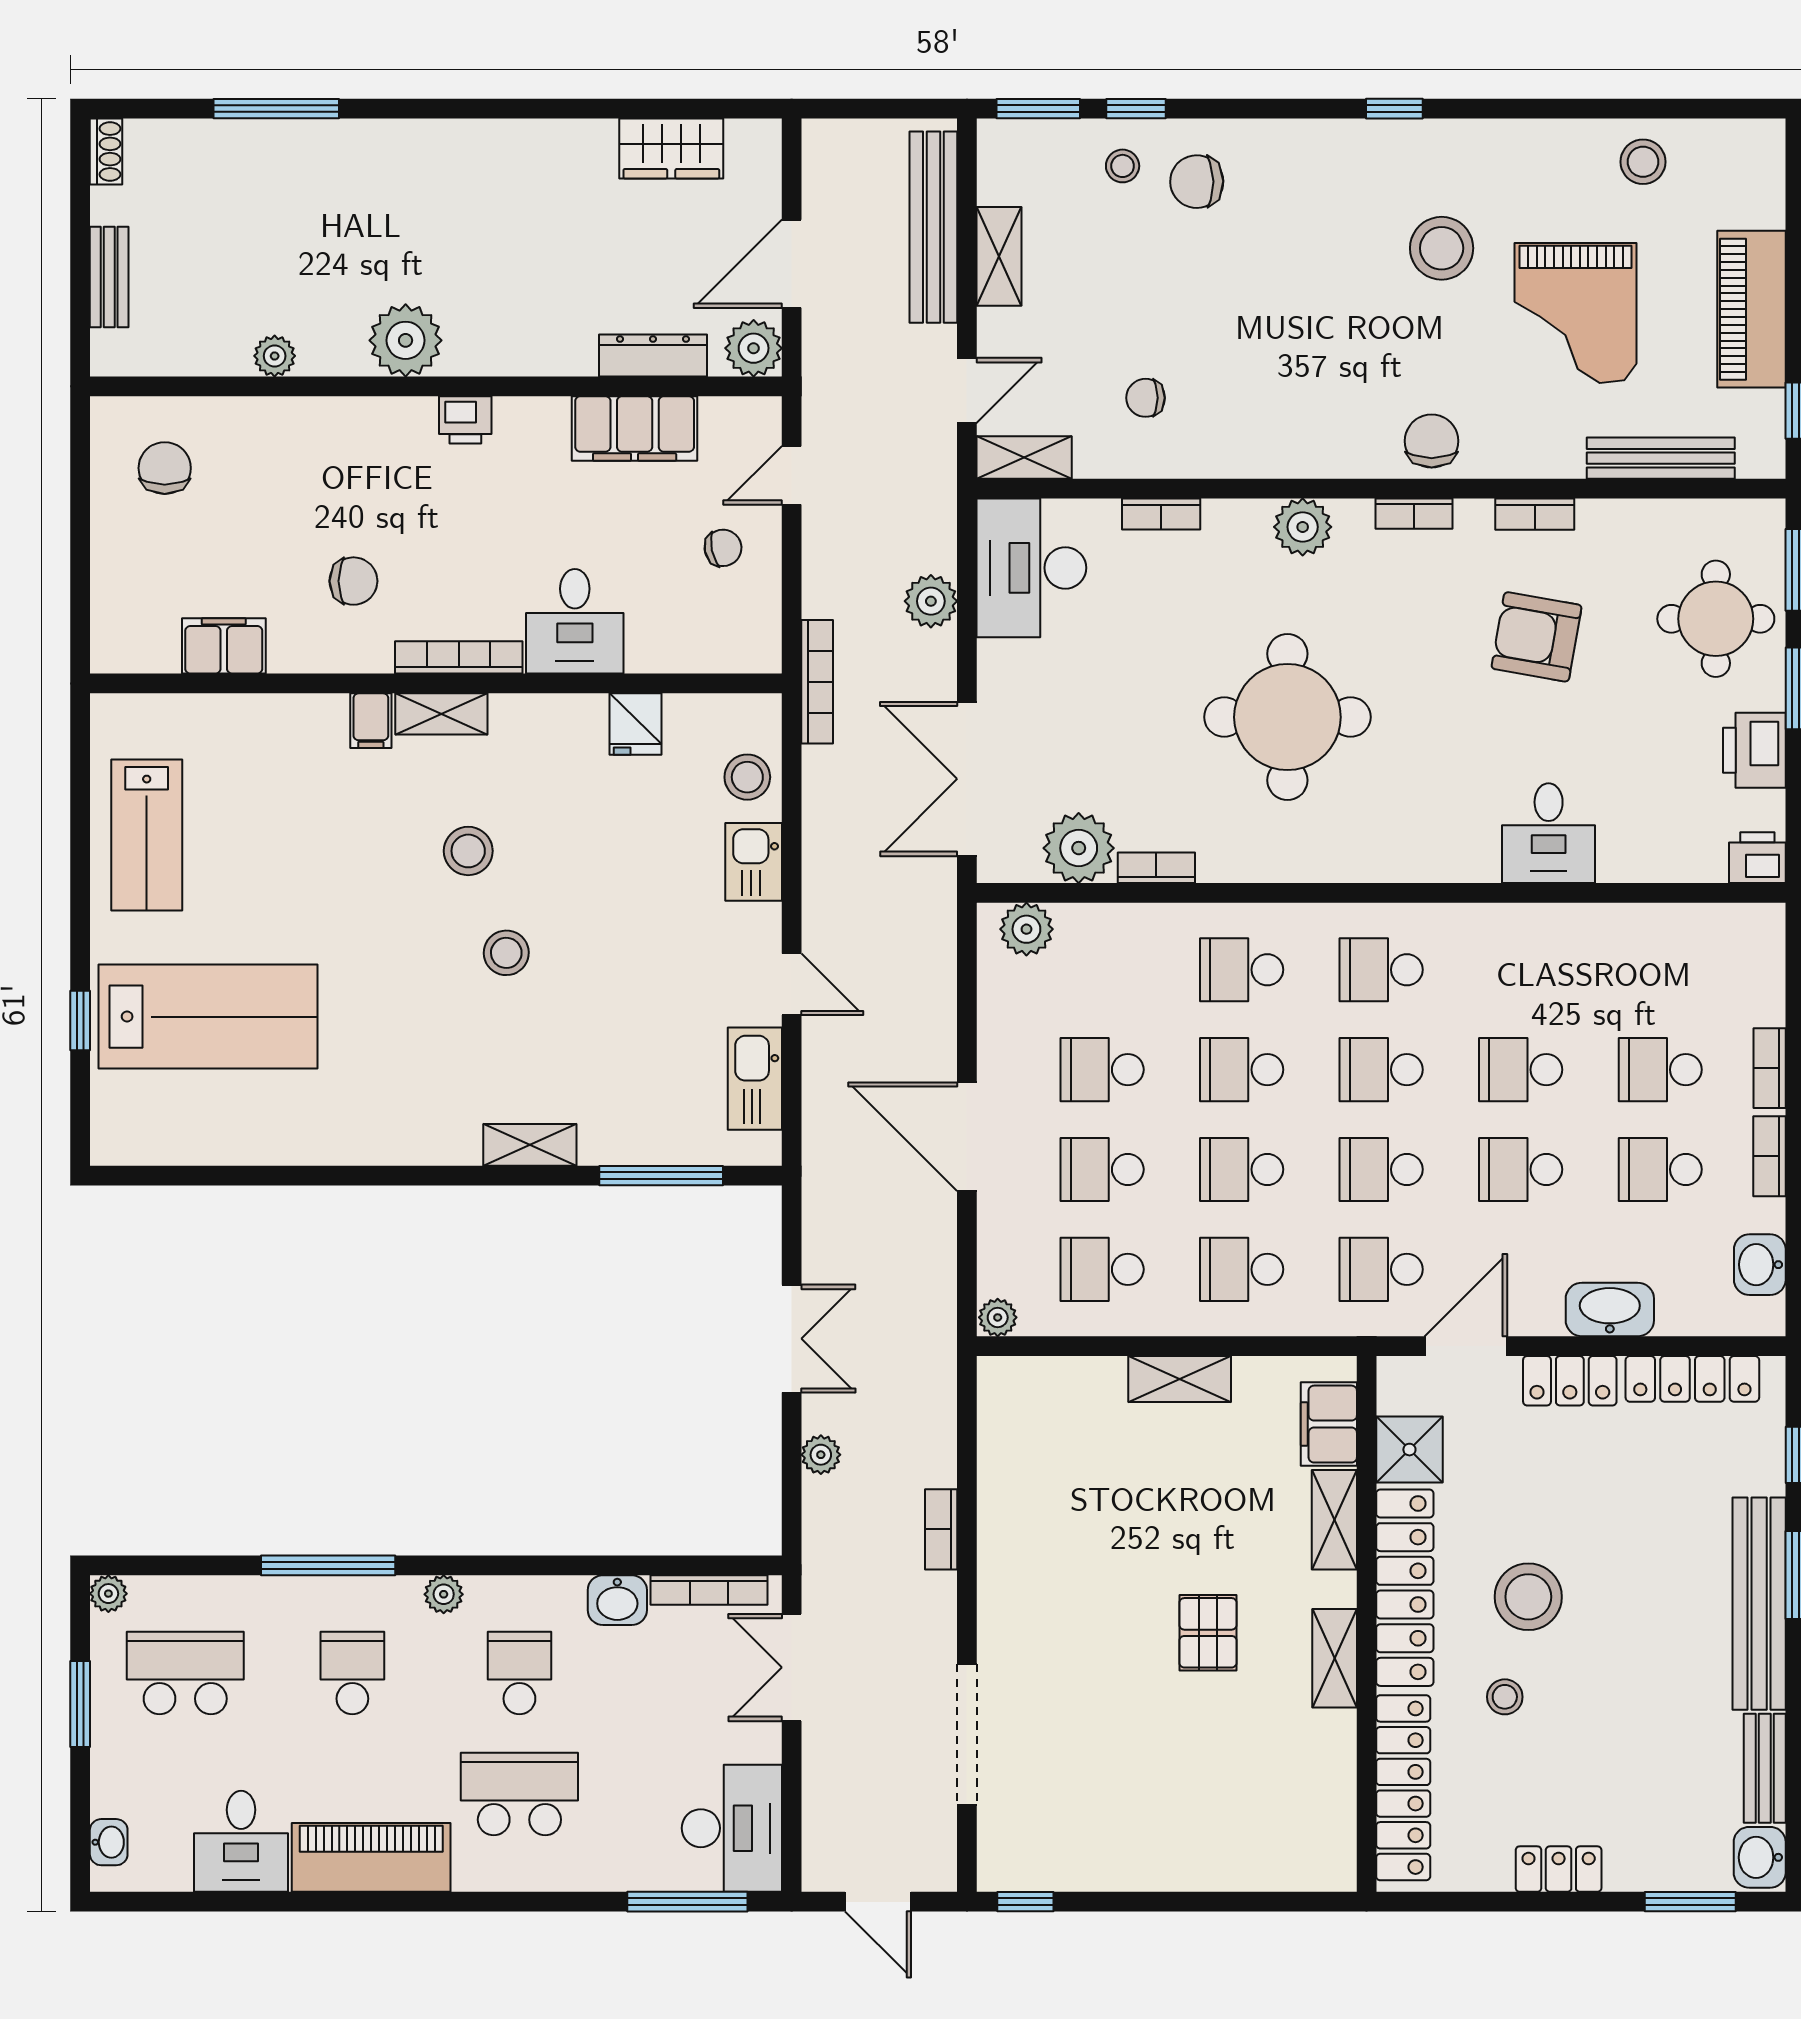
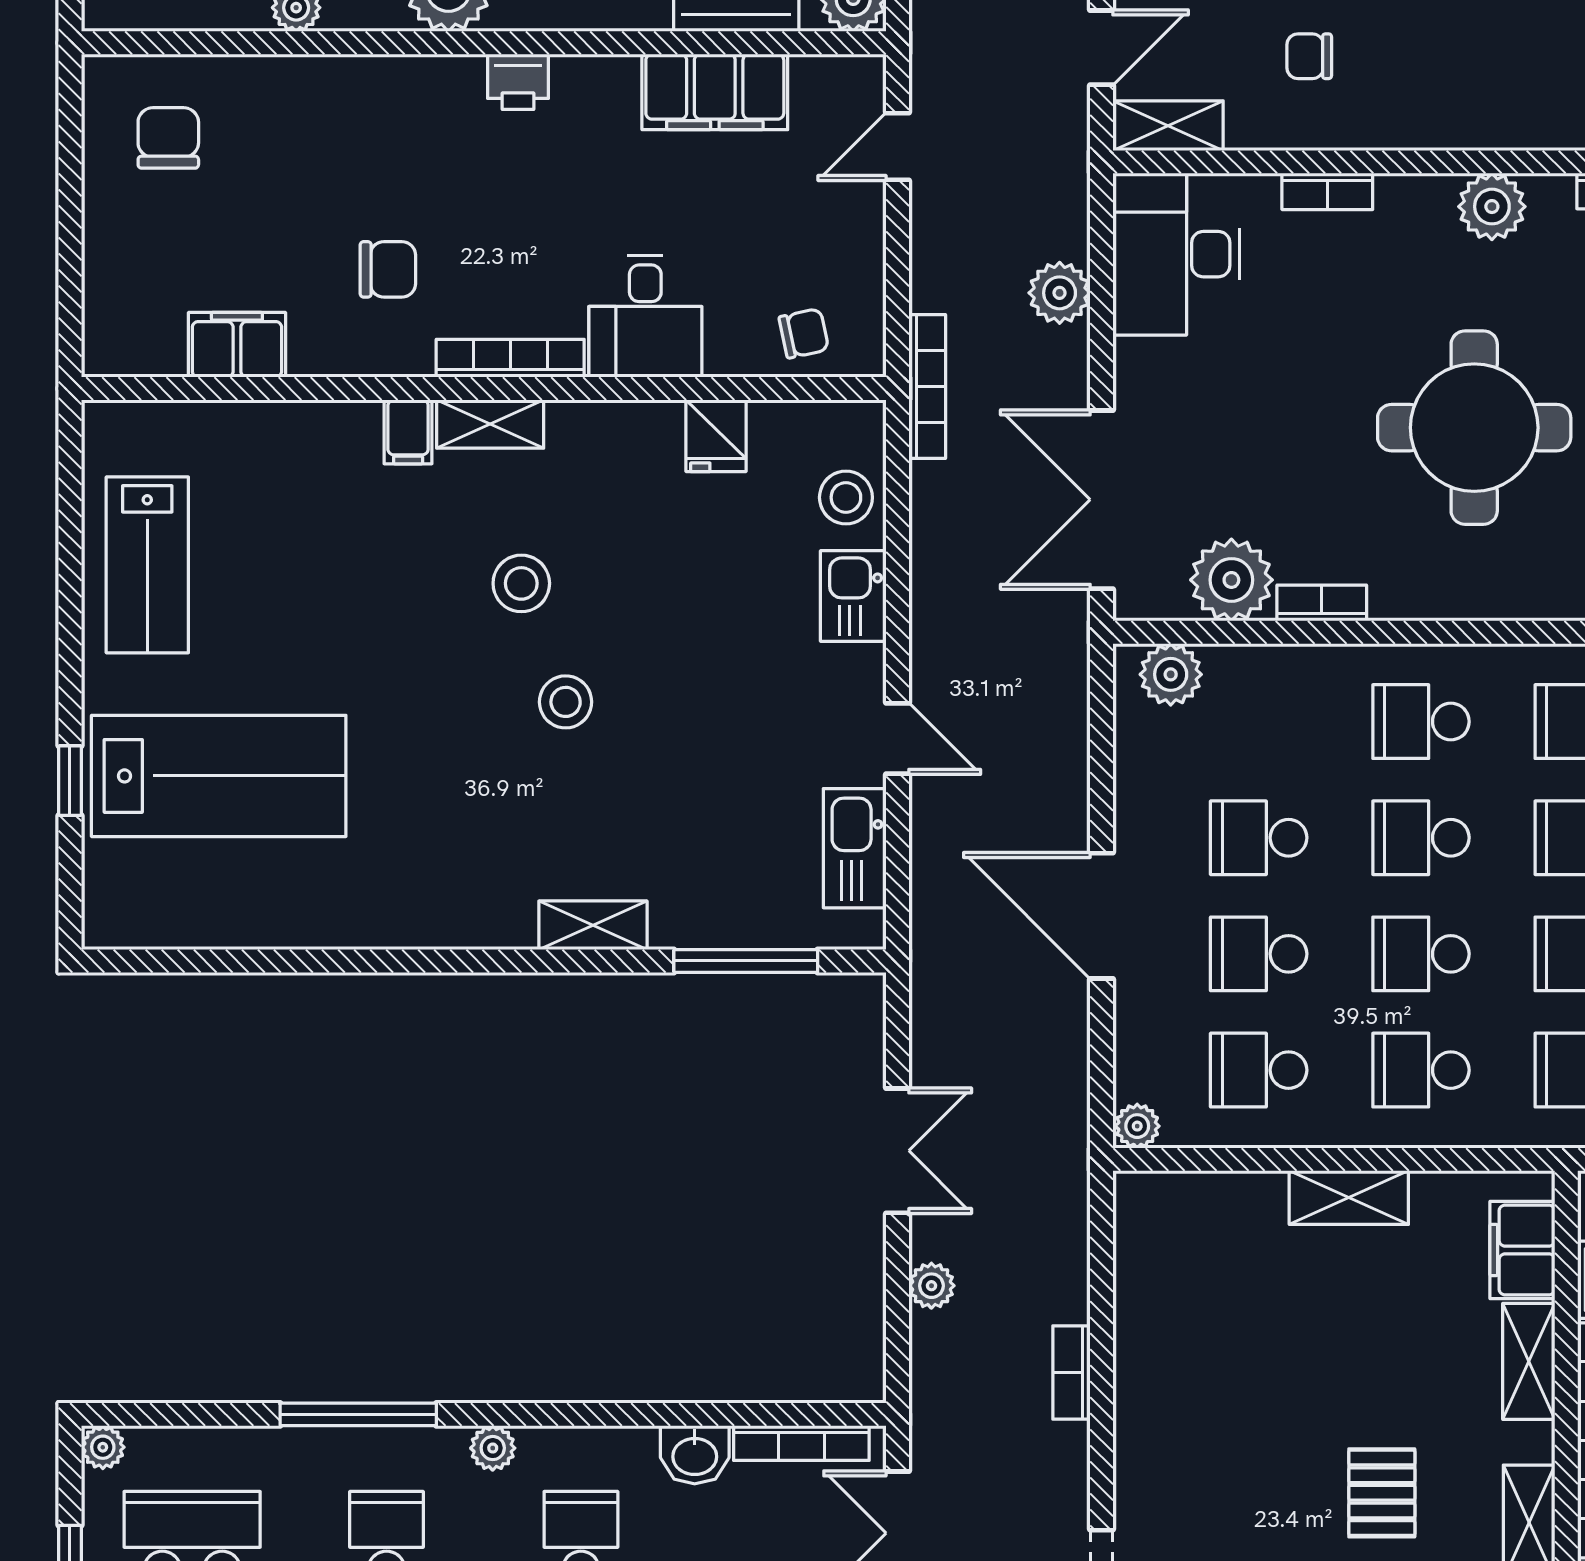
chair: (723, 548) -> (804, 333), moved

